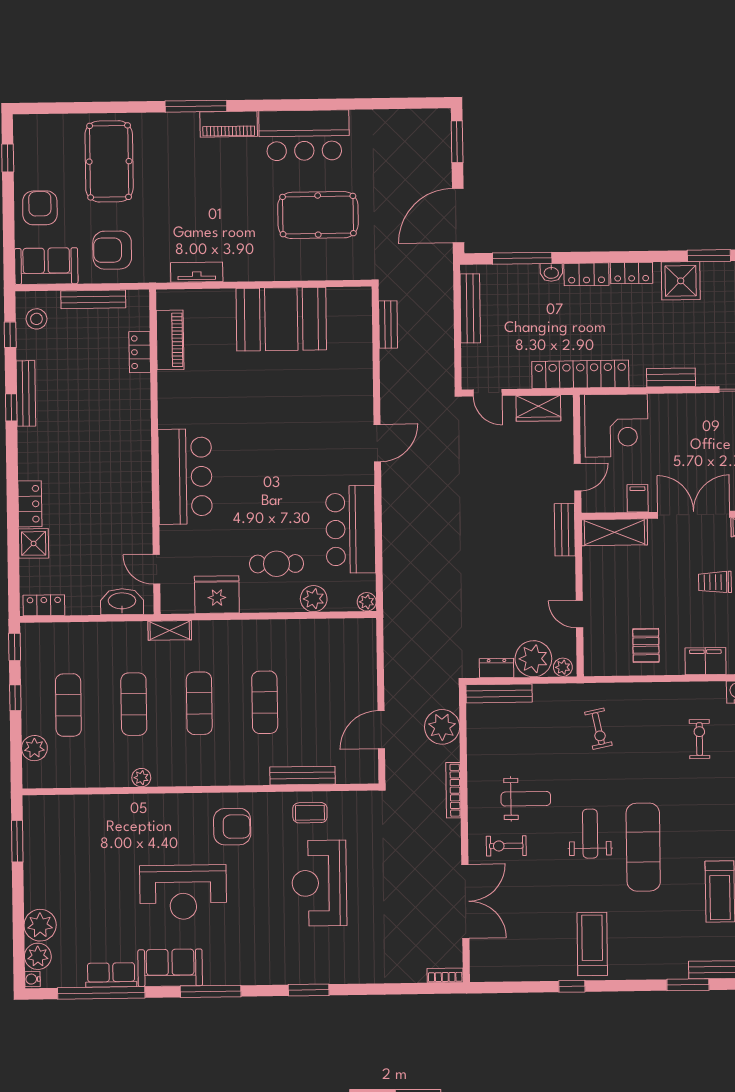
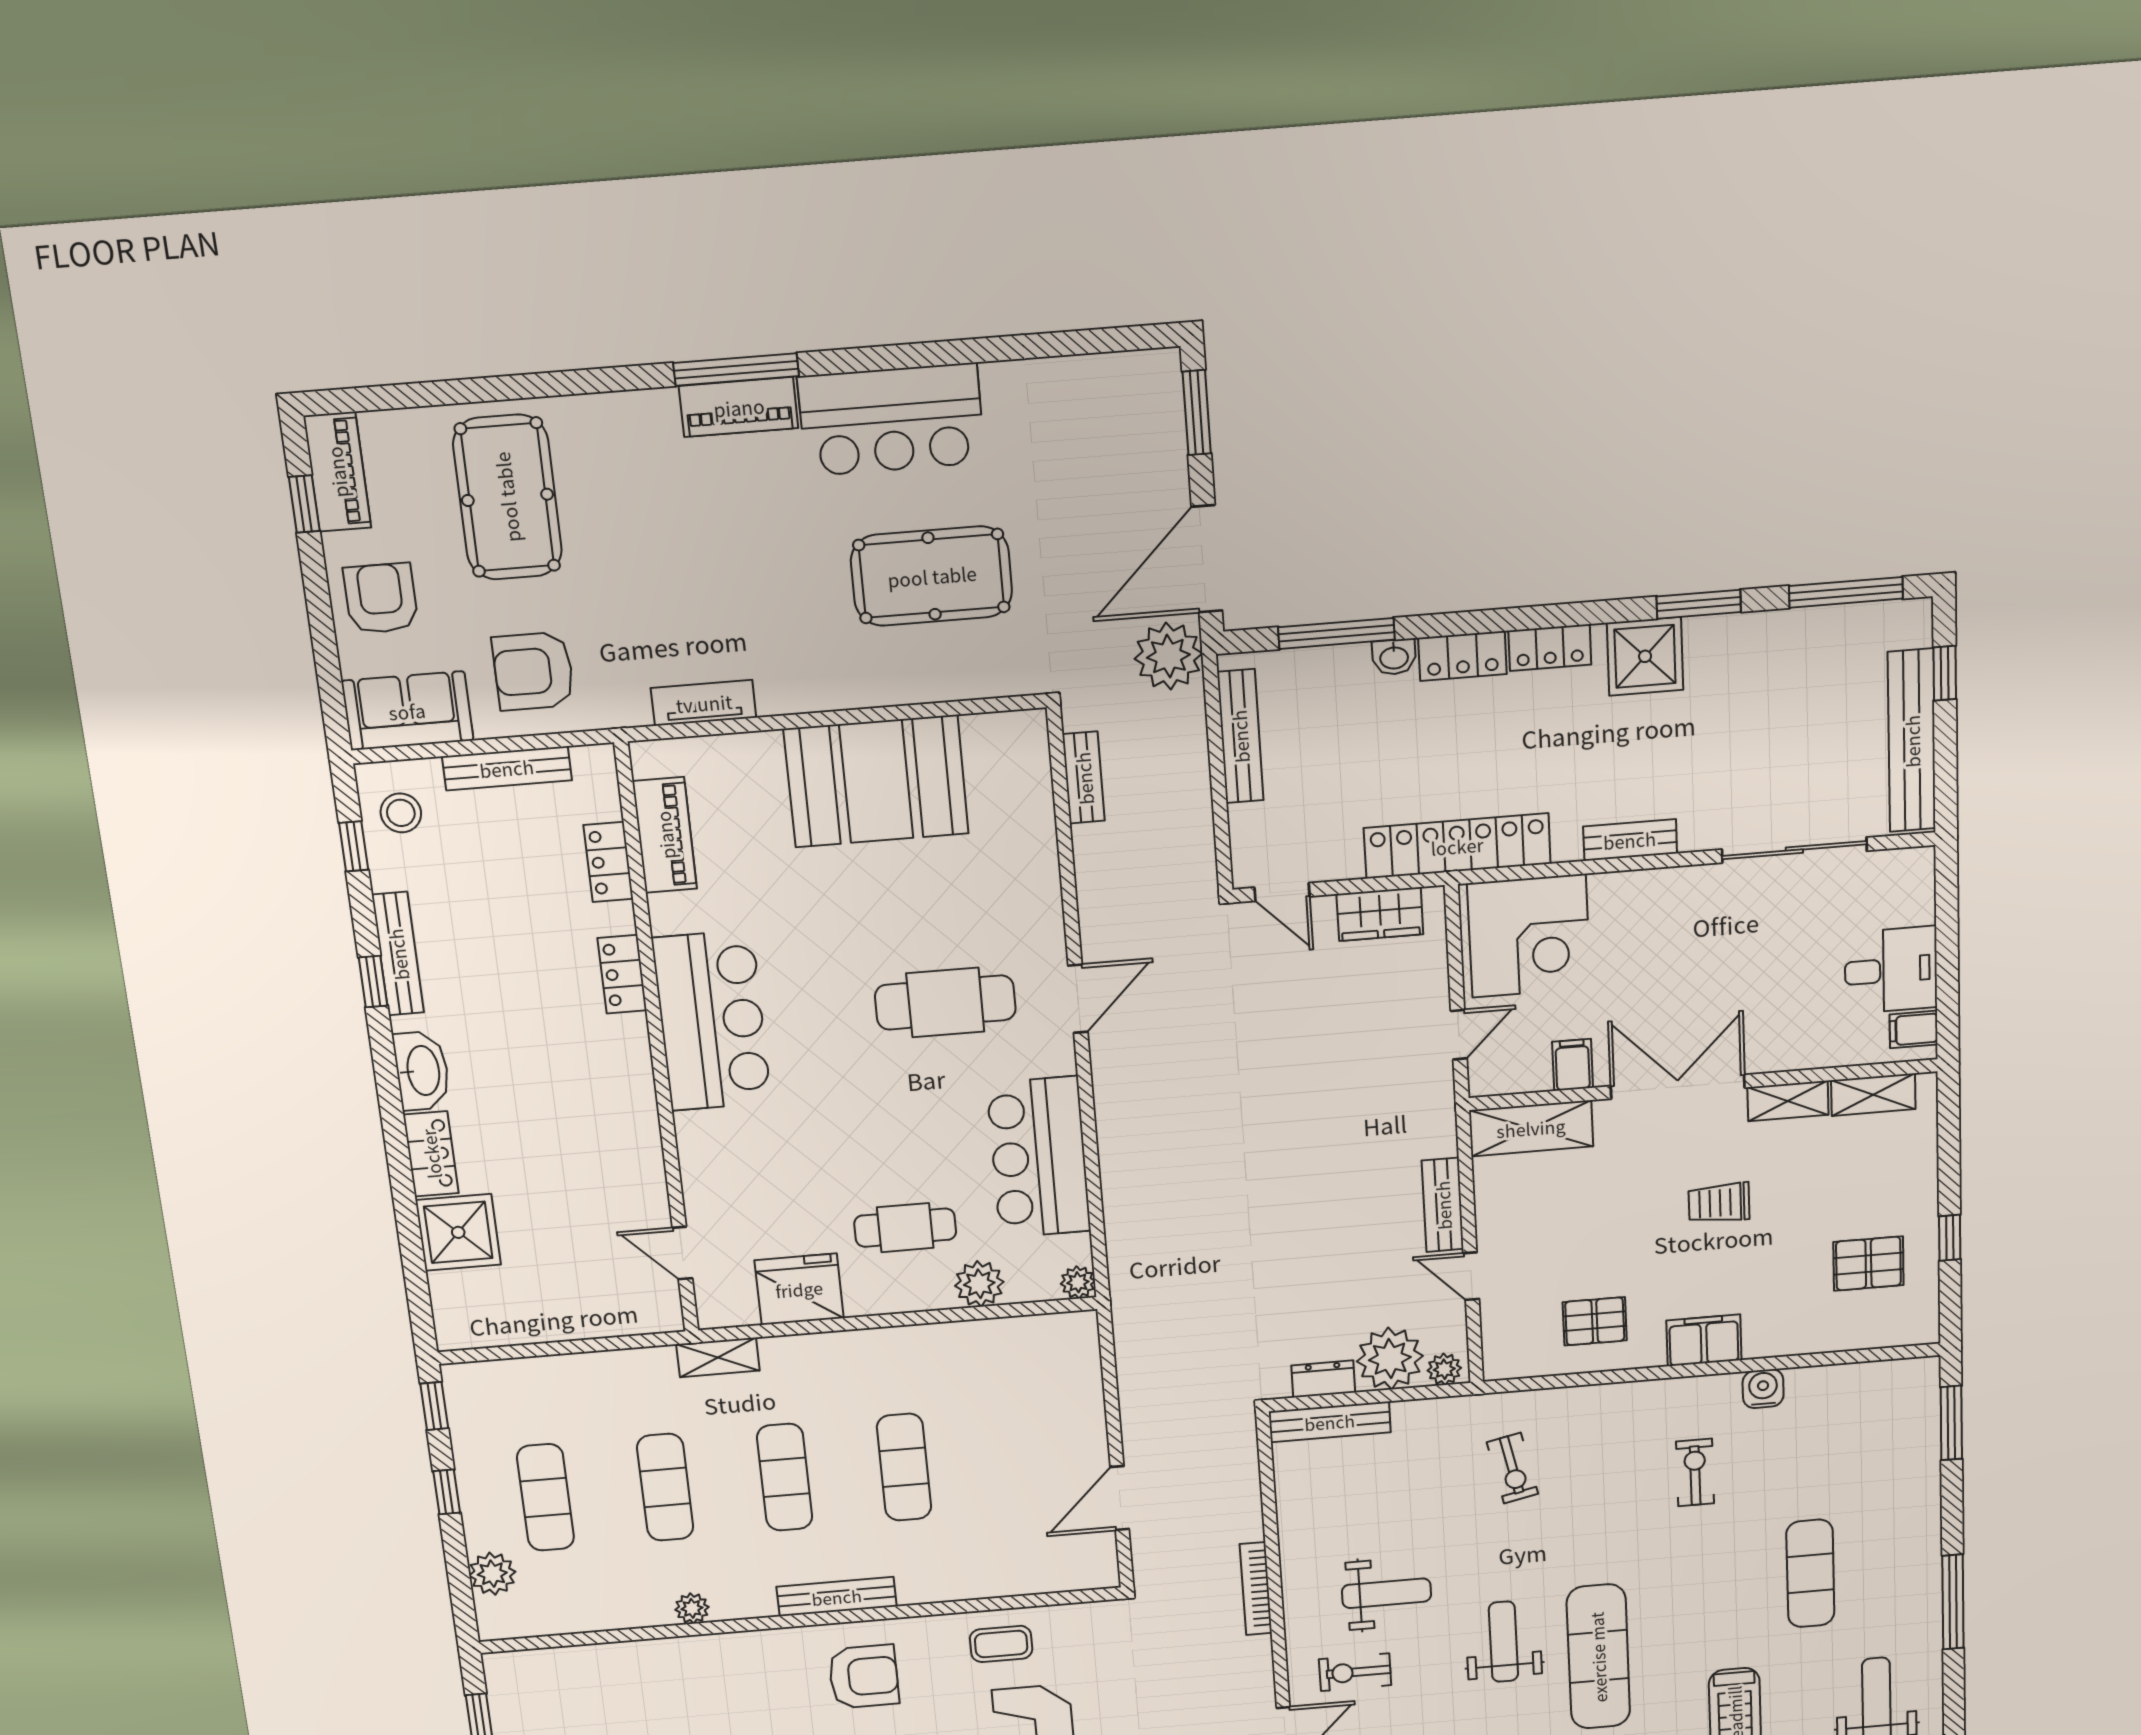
window: (196, 106) -> (736, 370), moved
piano: (26, 143) -> (337, 472), added
cafe table: (308, 440) -> (945, 1002), added
bar counter: (185, 477) -> (712, 1021), moved
bench: (565, 530) -> (1443, 1205), moved
shower: (34, 543) -> (458, 1232), width x1.36, depth x1.36
washbasin: (122, 602) -> (422, 1071), moved, turned 90
locker: (44, 605) -> (622, 974), moved, turned -90
pallet: (646, 645) -> (1595, 1321), turned 90
plant: (442, 727) -> (1168, 656), moved
bench: (303, 776) -> (837, 1597), moved

